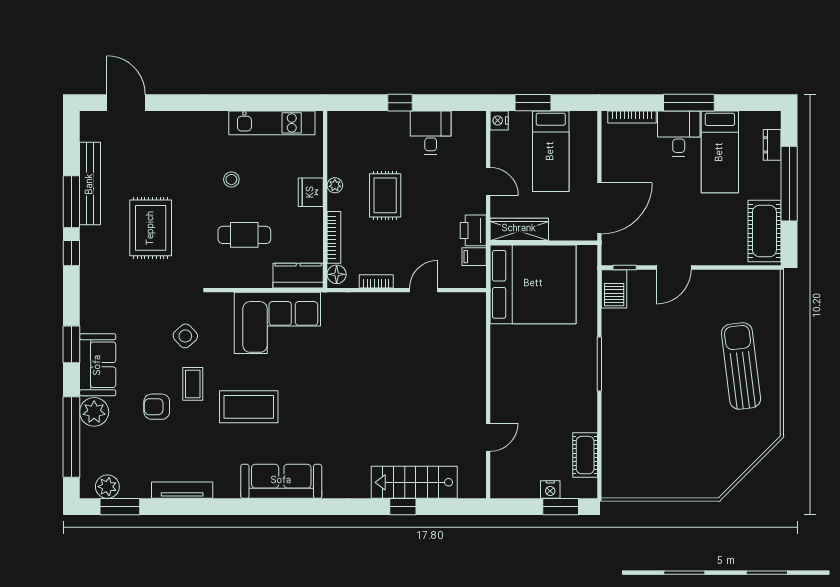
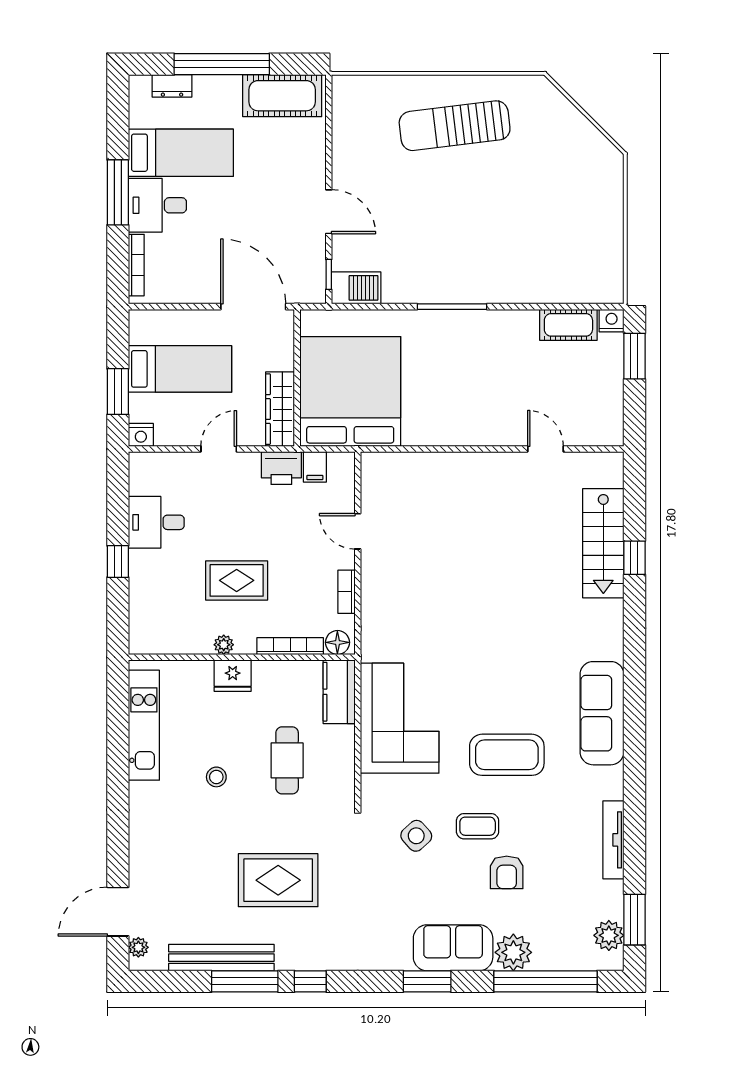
plant: (98, 119) -> (138, 947), added
coffee table: (249, 407) -> (507, 755), turned 90
nightstand: (550, 490) -> (612, 321), moved, turned -90

